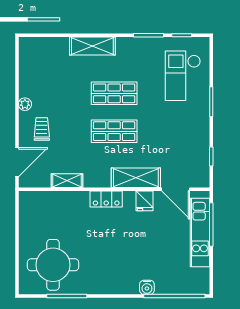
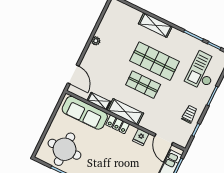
shop shelf: (114, 93) -> (155, 61), width x1.43, depth x1.36
trolley: (42, 129) -> (189, 114), moved
door: (17, 162) -> (73, 74), hinge flipped
shelving: (136, 178) -> (125, 112), moved
sofa: (56, 205) -> (85, 113), added

